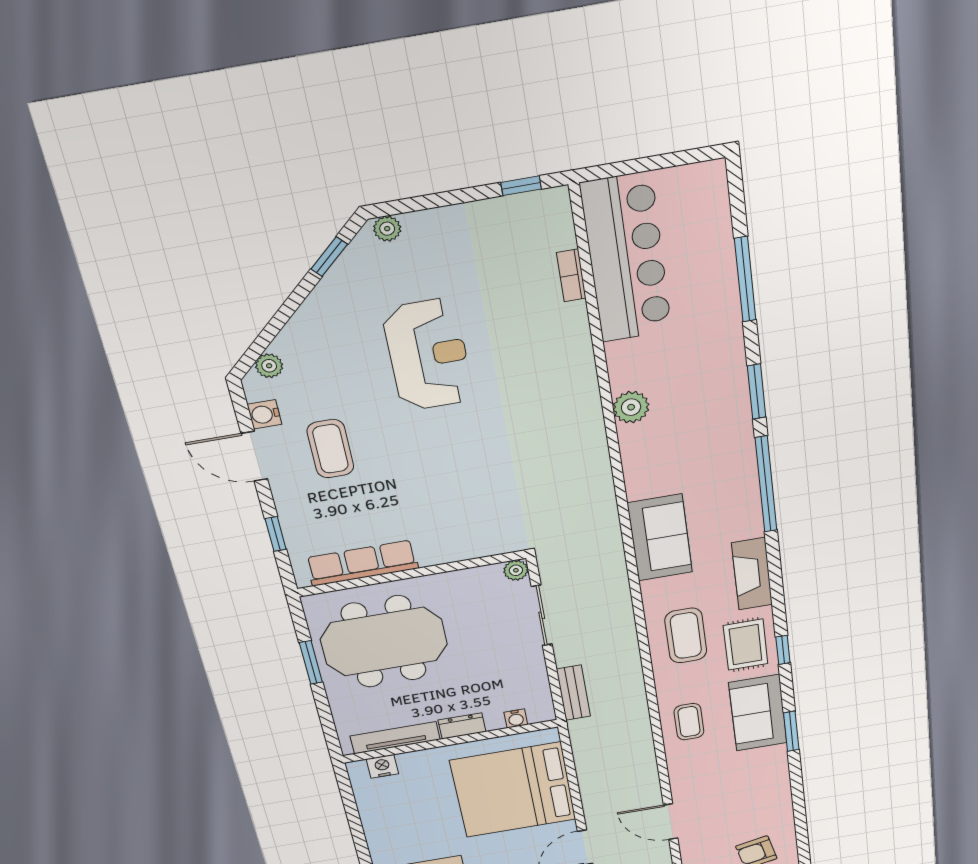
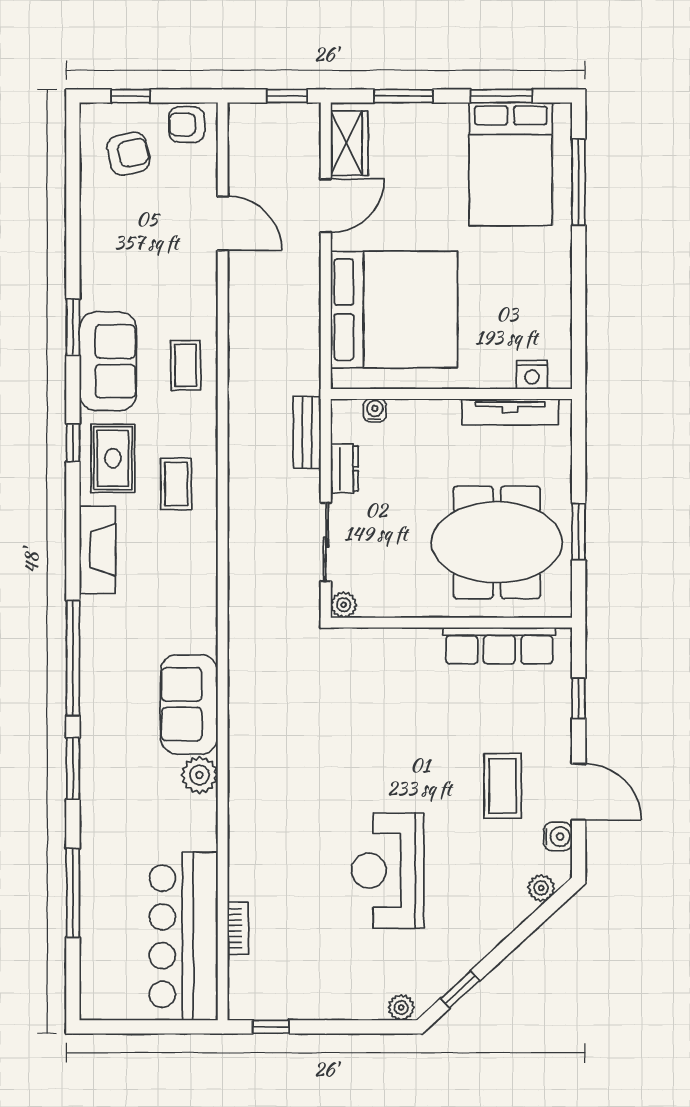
sofa: (660, 538) -> (189, 704), moved
coffee table: (686, 636) -> (176, 484), width x0.73, depth x0.77
dresser: (462, 726) -> (344, 469), moved, turned -90

